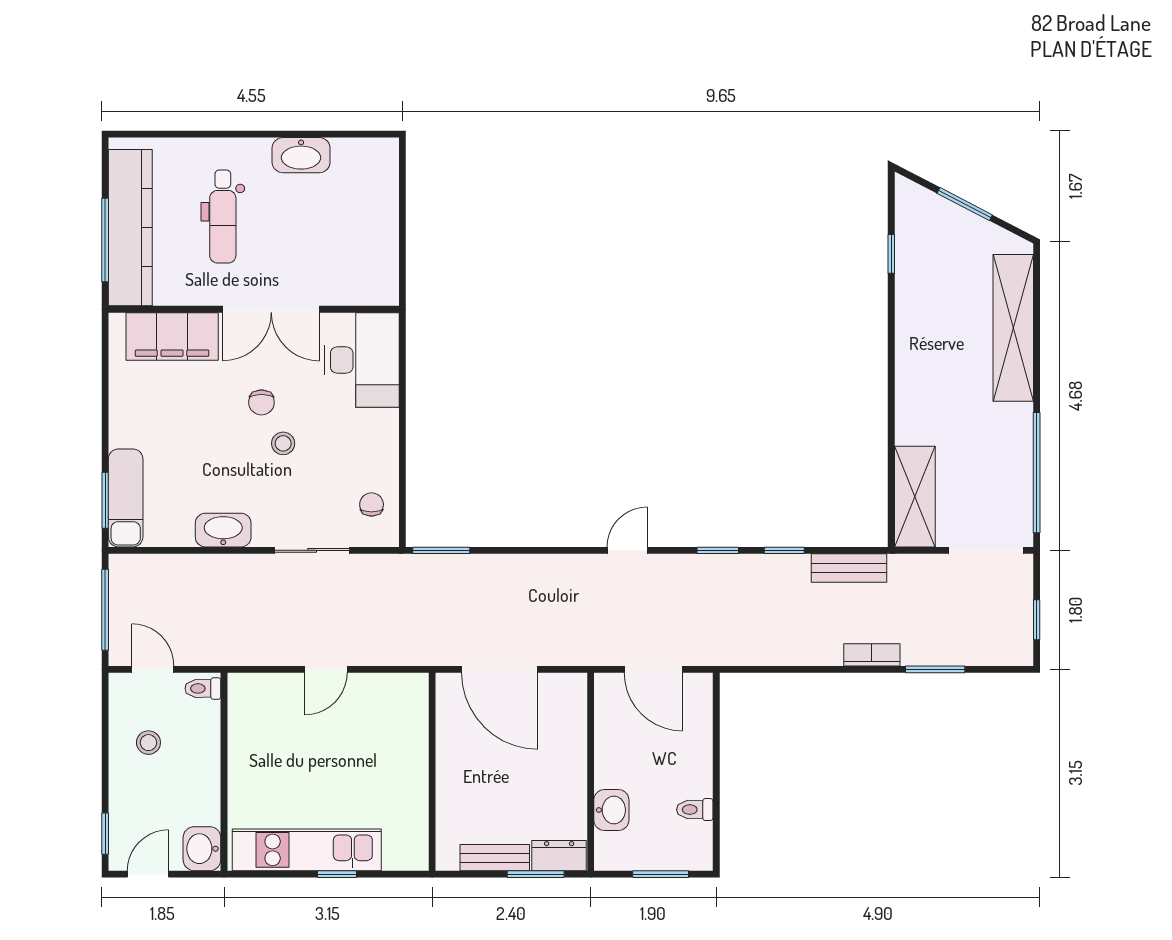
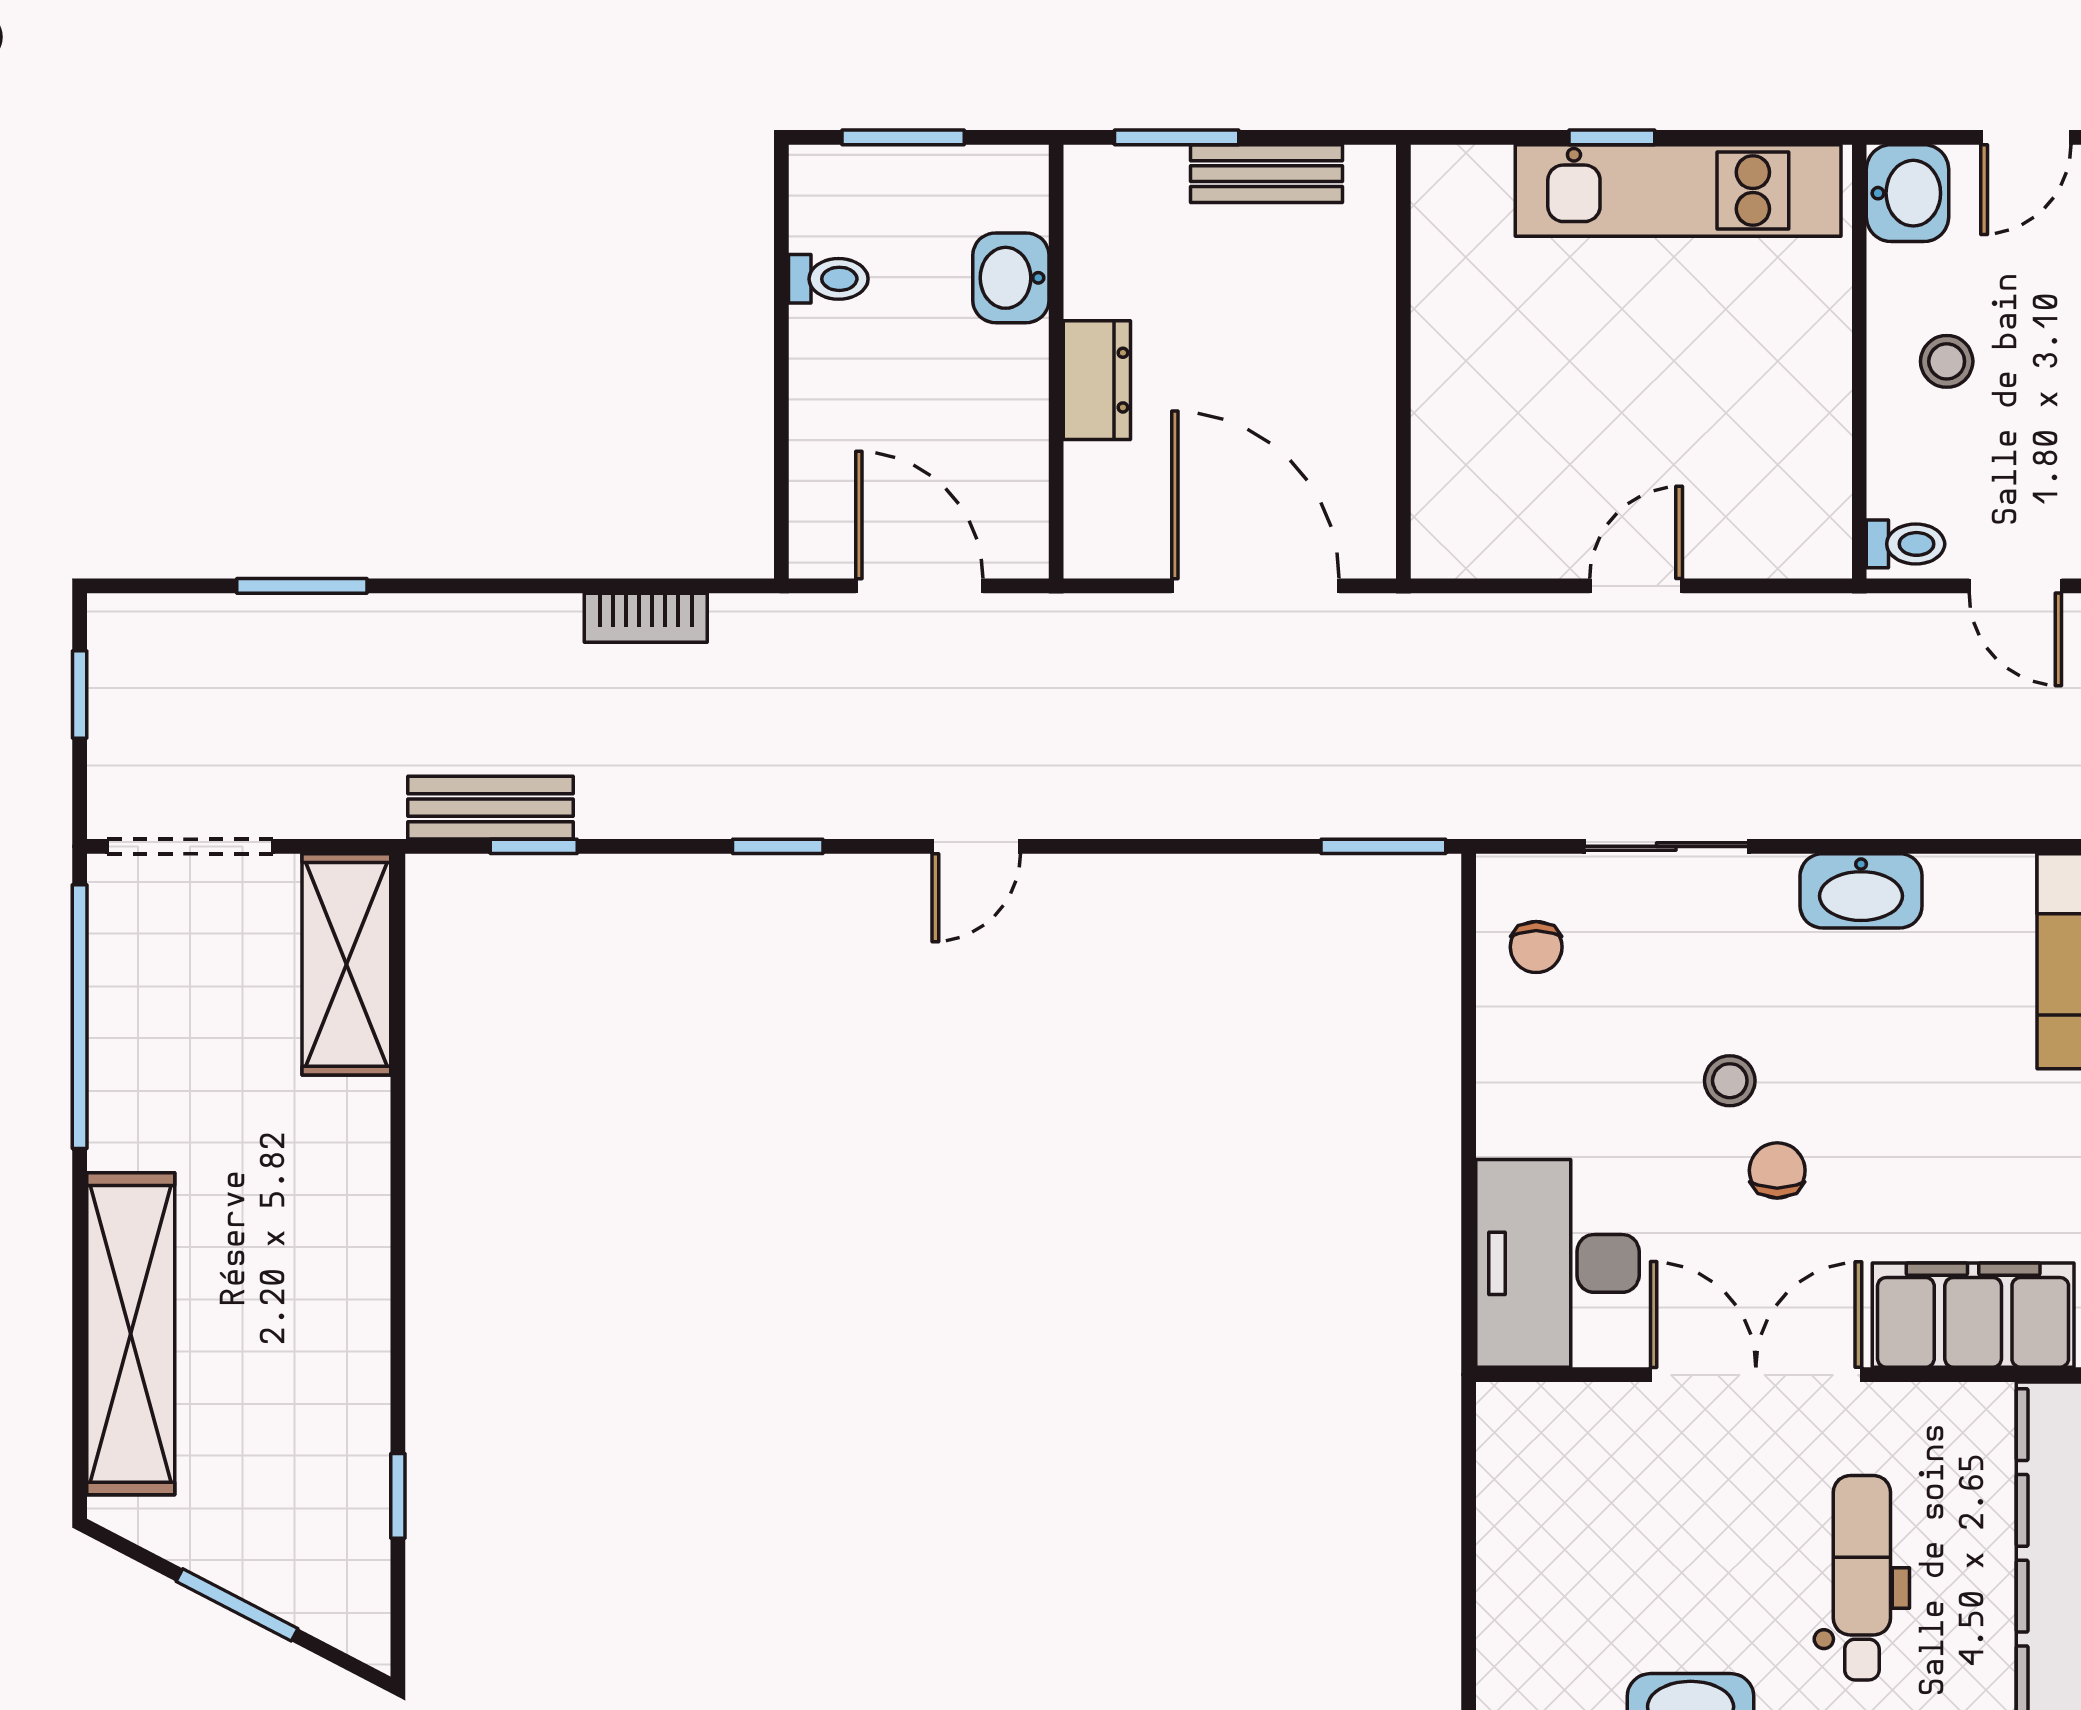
window: (784, 550) -> (534, 846), moved
bookcase: (872, 655) -> (646, 618), moved
stool: (148, 743) -> (1947, 361), moved
dresser: (559, 856) -> (1097, 380), moved, turned -90

